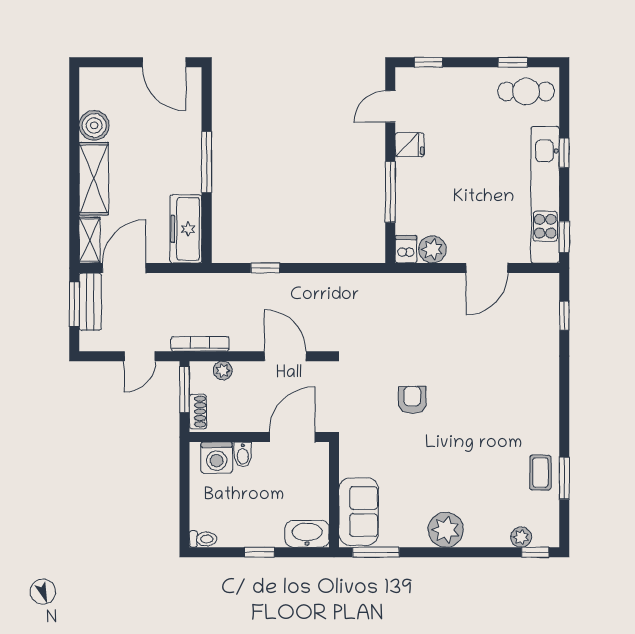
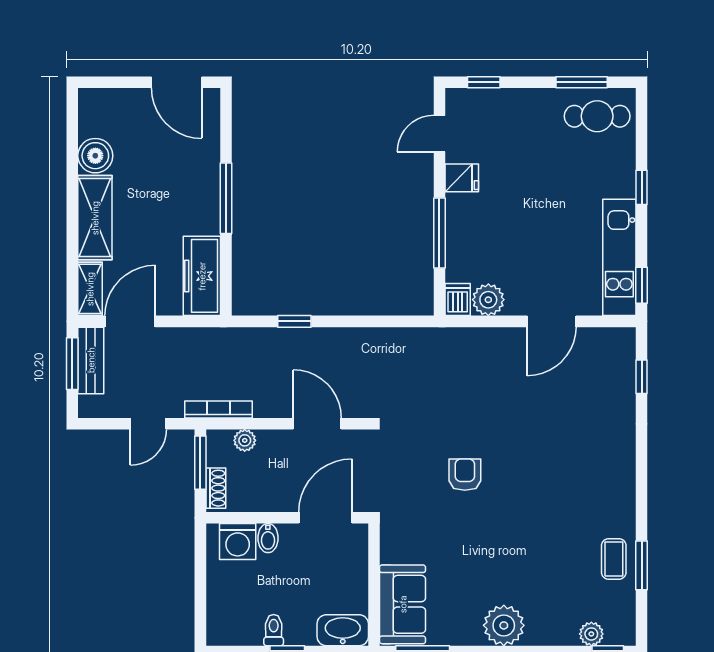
window: (513, 62) -> (582, 82), width x1.50
kitchen unit: (545, 195) -> (619, 257), width x0.73
toilet: (203, 539) -> (274, 630), moved, turned -90

